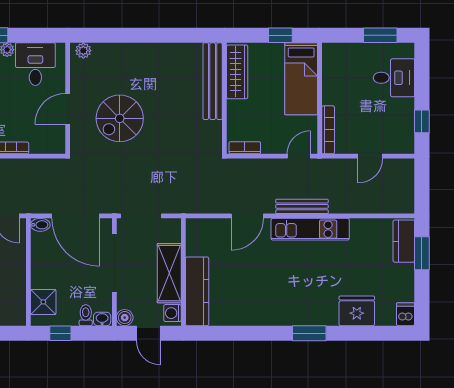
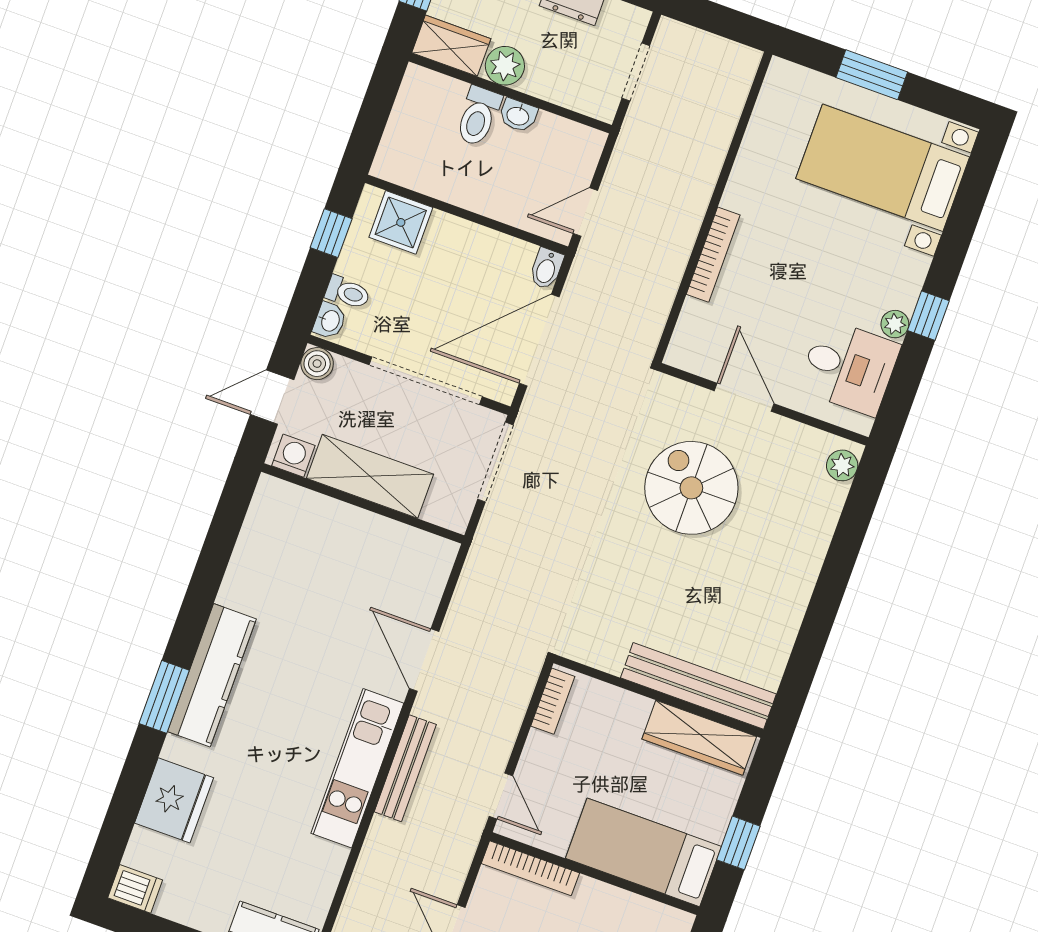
kitchen counter: (197, 291) -> (212, 675), moved, turned -90

